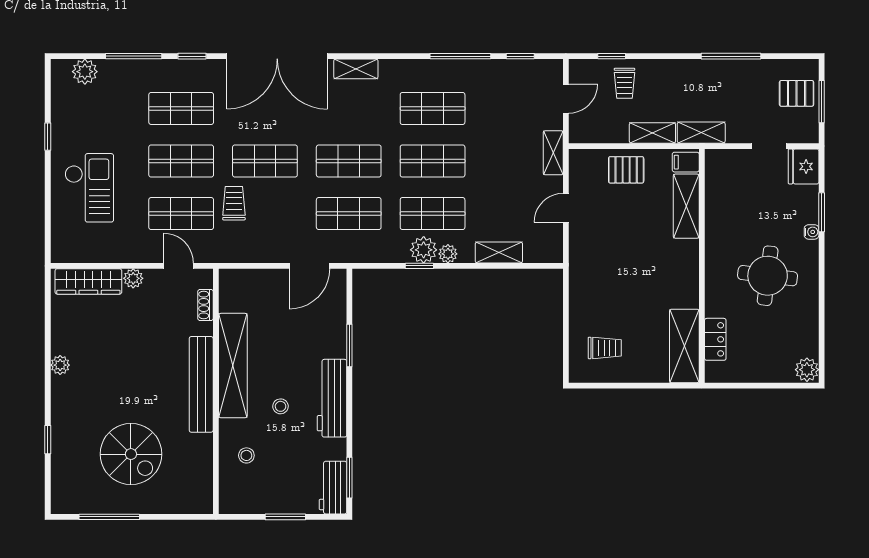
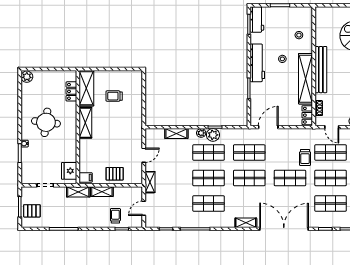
fridge: (804, 166) -> (69, 171), moved, turned 180
shelving: (686, 206) -> (85, 123), moved
locker: (229, 290) -> (307, 115), added
trolley: (605, 348) -> (114, 96), moved

